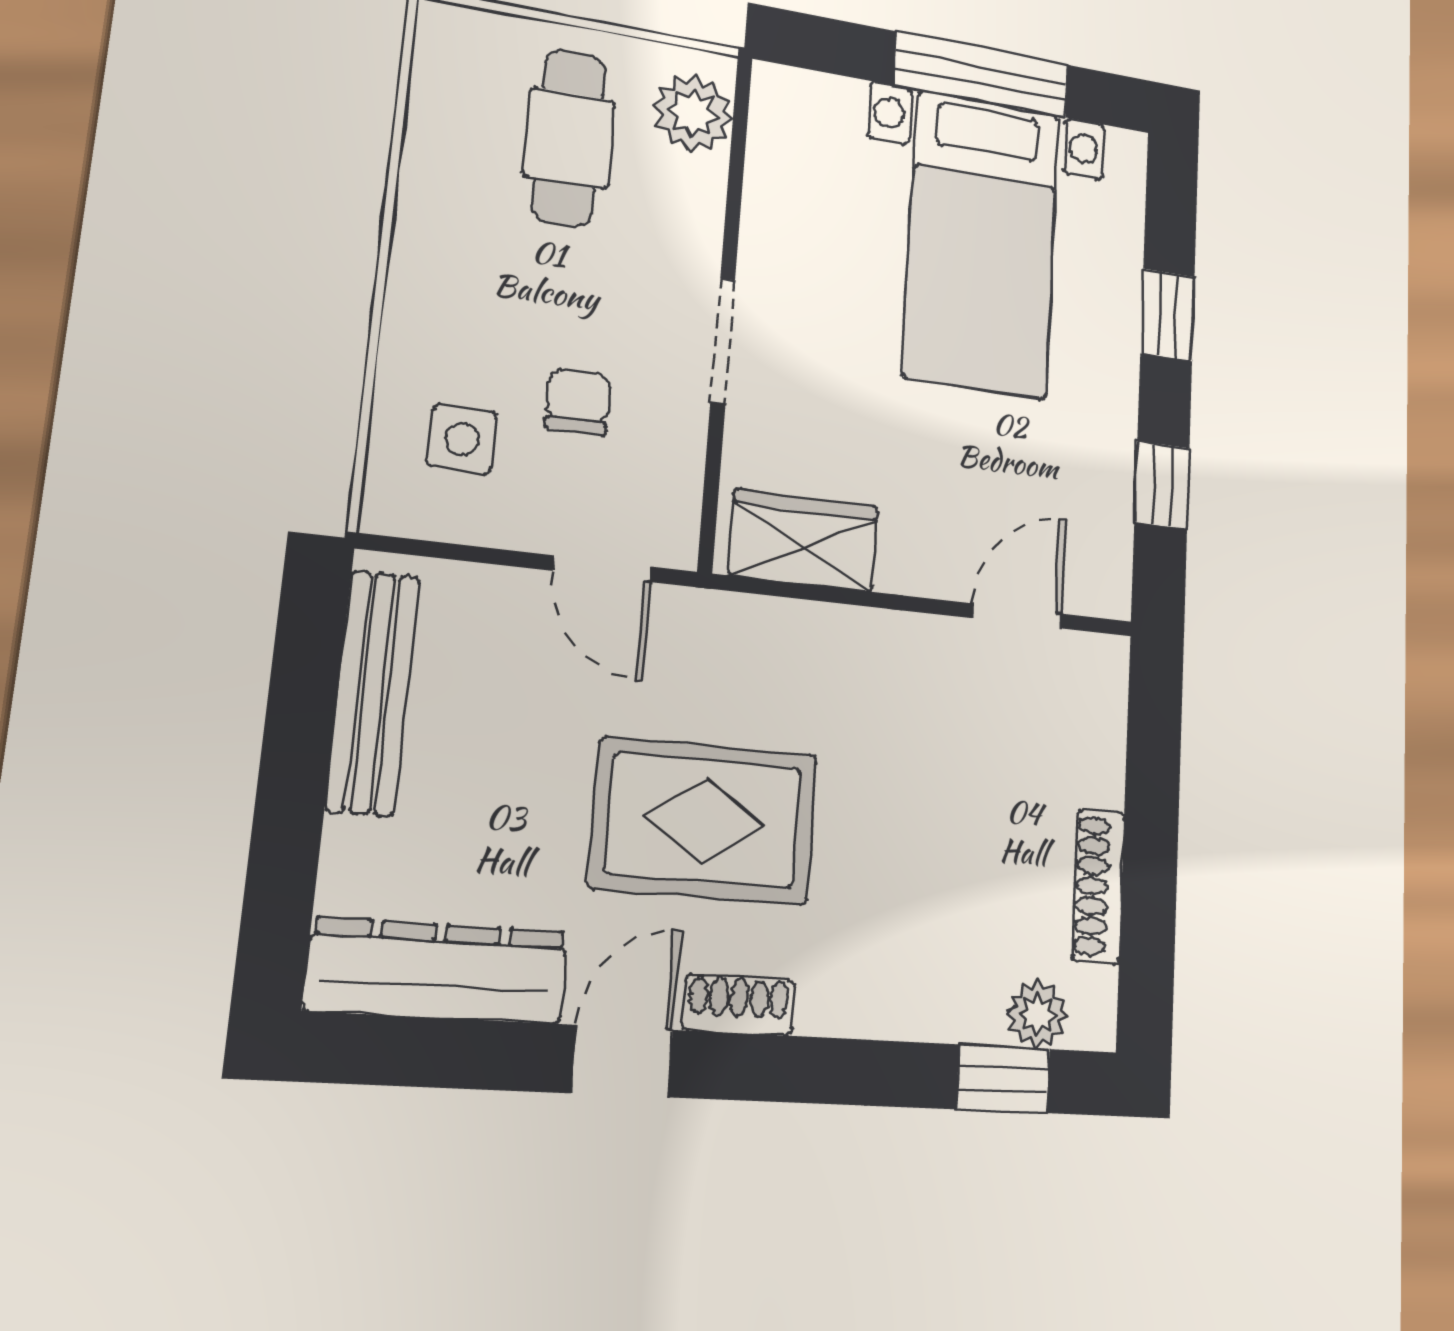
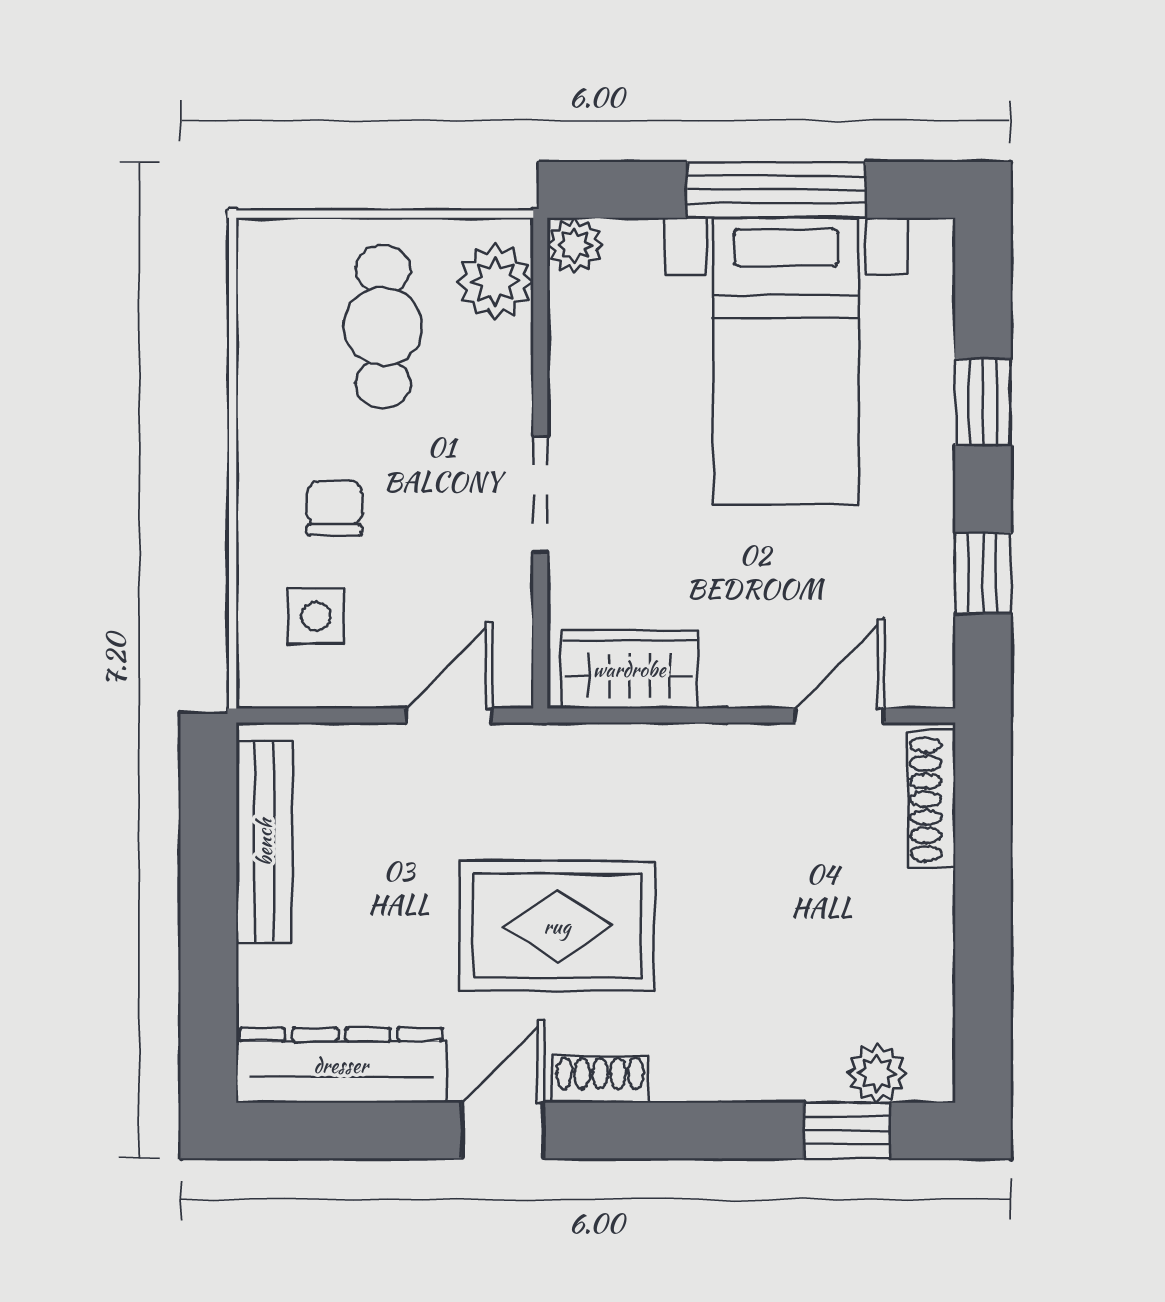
plant: (778, 91) -> (575, 245), added
chair: (578, 402) -> (334, 508), moved
door: (602, 569) -> (449, 715), swing flipped
shoe rack: (1098, 886) -> (932, 799), moved

